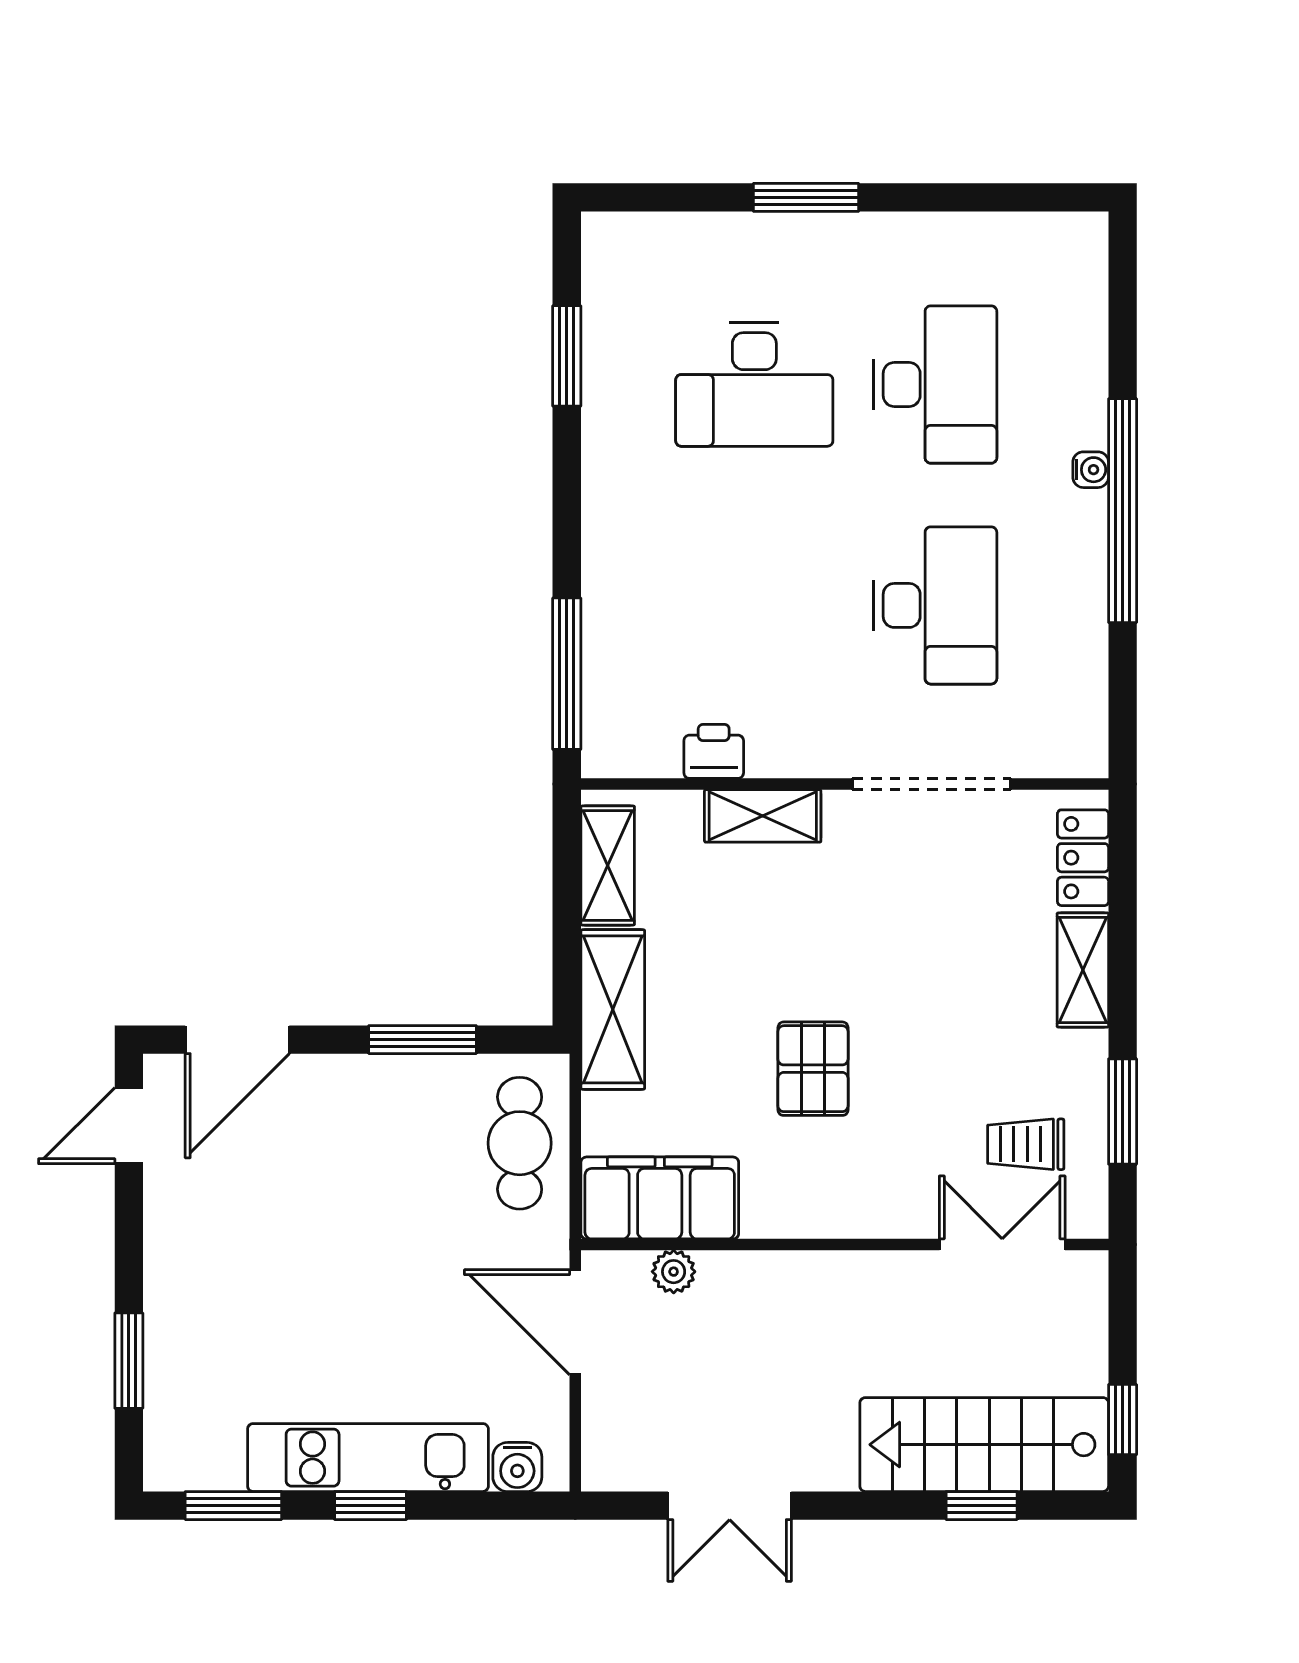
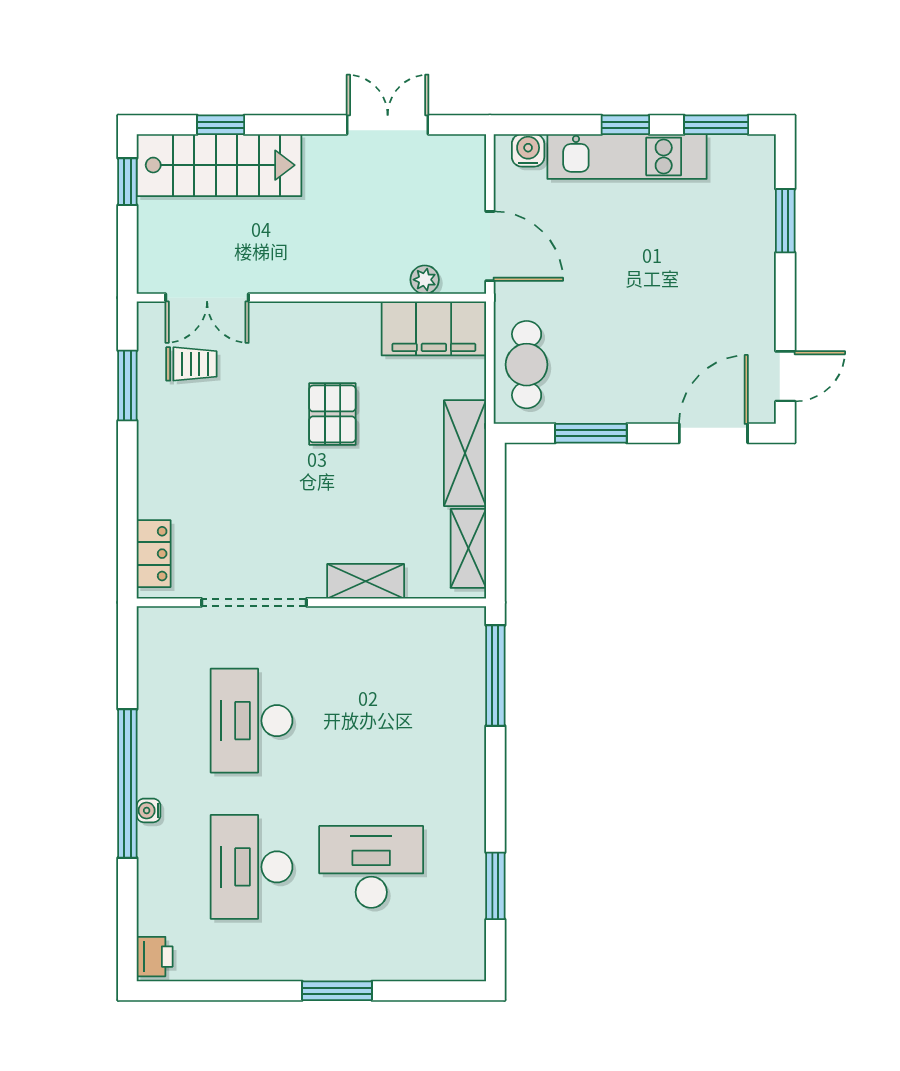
printer: (714, 751) -> (155, 957), moved, turned -90
shelving: (1083, 970) -> (154, 479), removed

